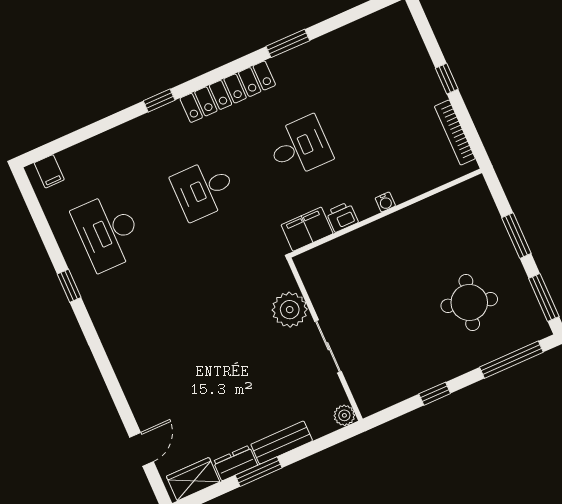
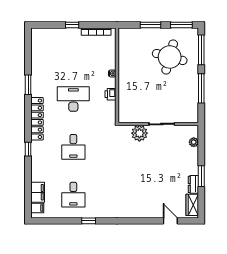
desk: (300, 147) -> (73, 99), width x1.37
filing cabinet: (307, 229) -> (38, 192), moved, turned 180
desk: (108, 232) -> (73, 195), width x0.73
round table: (469, 302) -> (170, 57), width x1.36, depth x1.36
window: (435, 394) -> (201, 88), width x2.17
plant: (344, 415) -> (194, 142), moved
bench: (282, 443) -> (193, 161), removed

